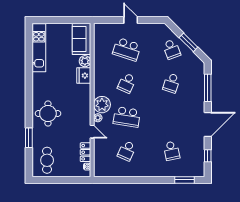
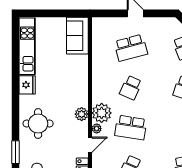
school desk: (127, 49) -> (131, 48), turned -33
plant: (85, 61) -> (82, 114), moved
fridge: (84, 76) -> (27, 85), moved, turned 180
door: (92, 132) -> (90, 145), hinge flipped

